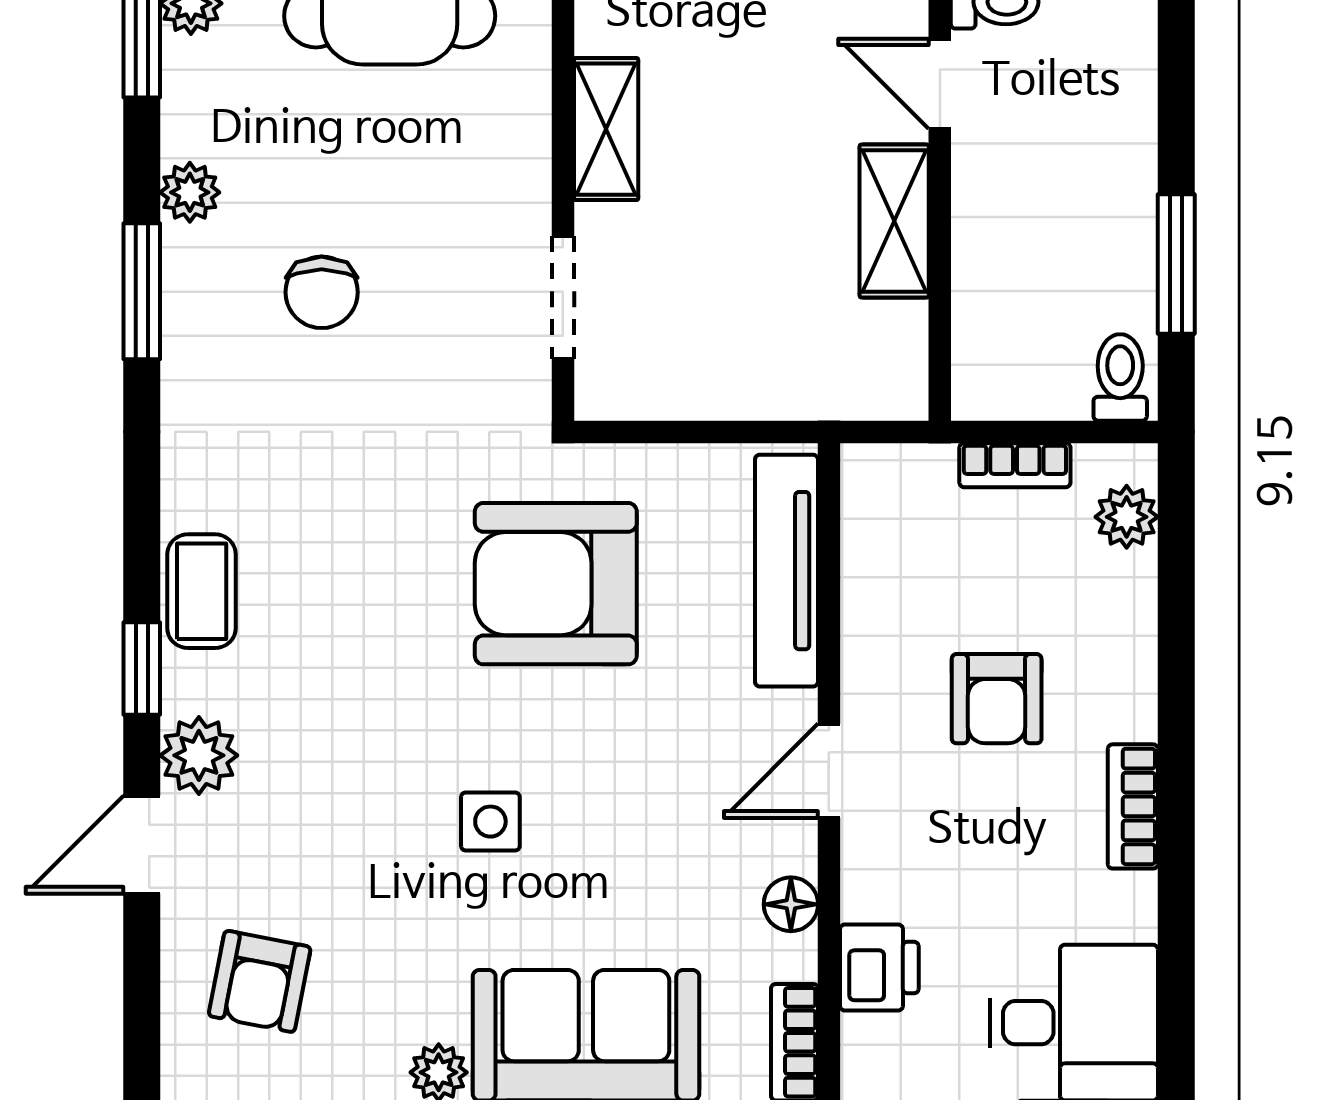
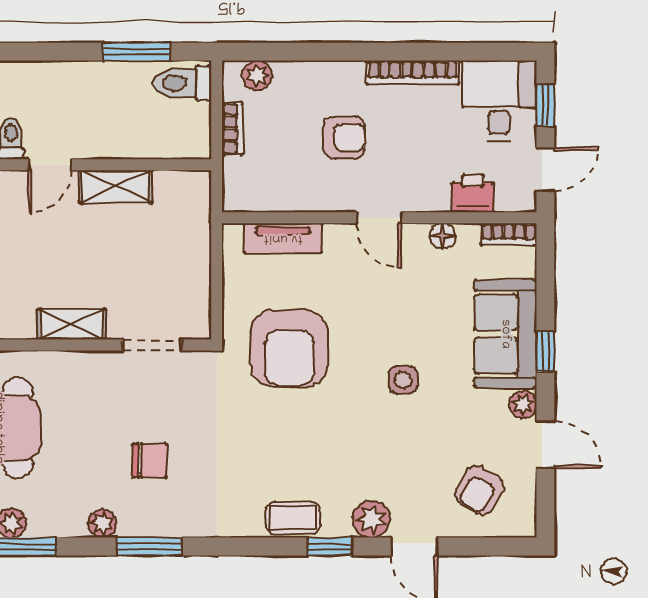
toilet: (1120, 377) -> (183, 83), width x1.37, depth x1.39
tv unit: (786, 571) -> (283, 238), width x0.71
bookcase: (1133, 806) -> (413, 72), width x1.56
armchair: (260, 981) -> (480, 490), turned 110

